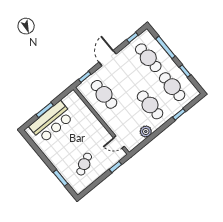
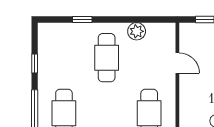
cafe table: (172, 87) -> (64, 58), removed
door: (119, 142) -> (177, 63), moved

